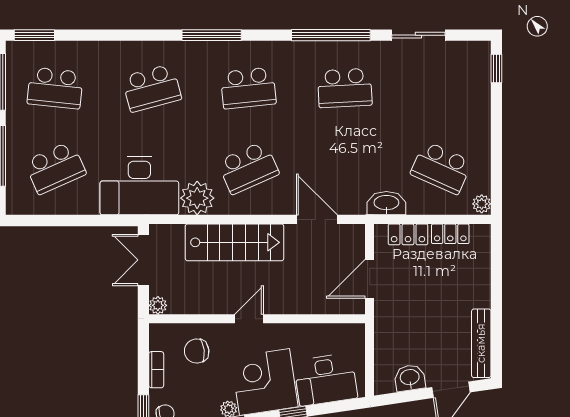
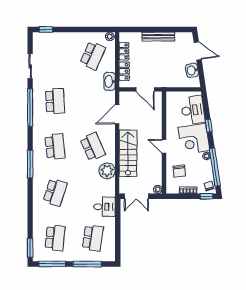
school desk: (152, 88) -> (55, 192), turned 33
school desk: (55, 168) -> (93, 238), turned 33
desk: (139, 186) -> (104, 207), width x0.53, depth x0.77
bench: (481, 343) -> (158, 37), moved

